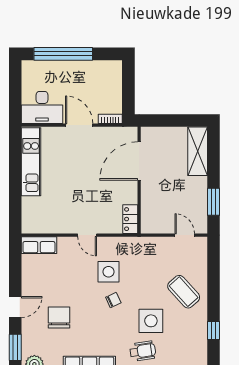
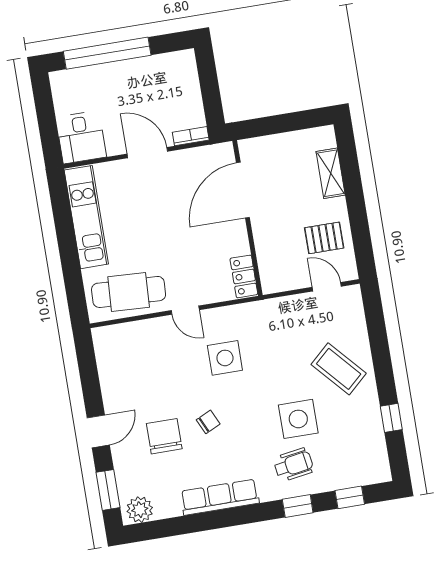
desk: (42, 107) -> (81, 137), width x0.73
shelving: (198, 151) -> (331, 173), width x0.67, depth x0.75
pallet: (188, 202) -> (324, 238), added
window: (214, 202) -> (360, 231), removed
cafe table: (51, 217) -> (129, 292), added
row of seats: (39, 245) -> (118, 336), removed
chair: (113, 300) -> (208, 422), moved

